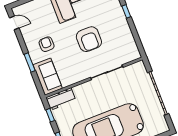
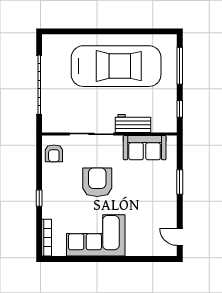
armchair: (47, 44) -> (54, 153), moved
sofa: (48, 77) -> (145, 148), moved, turned -90
workbench: (61, 99) -> (133, 123), moved

